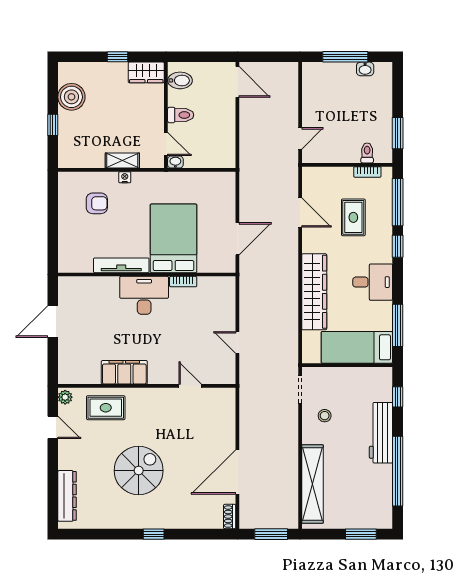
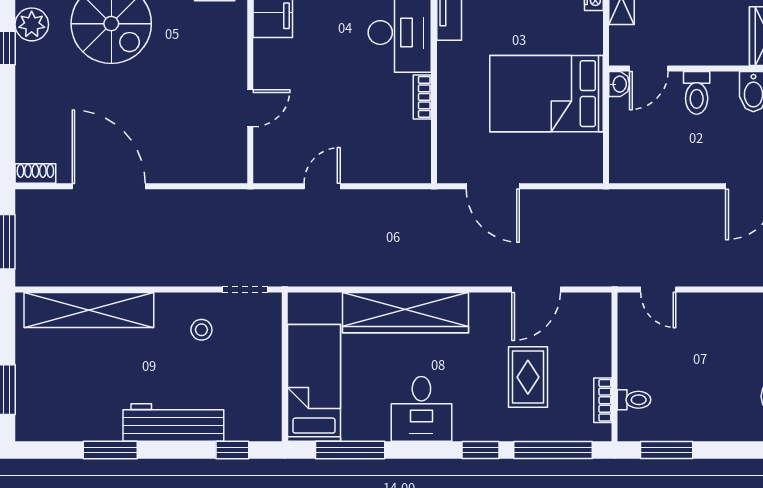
rug: (353, 217) -> (528, 377), turned 90
bed: (174, 238) -> (547, 94), moved, turned 180
window: (398, 471) -> (110, 450), width x0.47
plant: (139, 519) -> (32, 24), added

